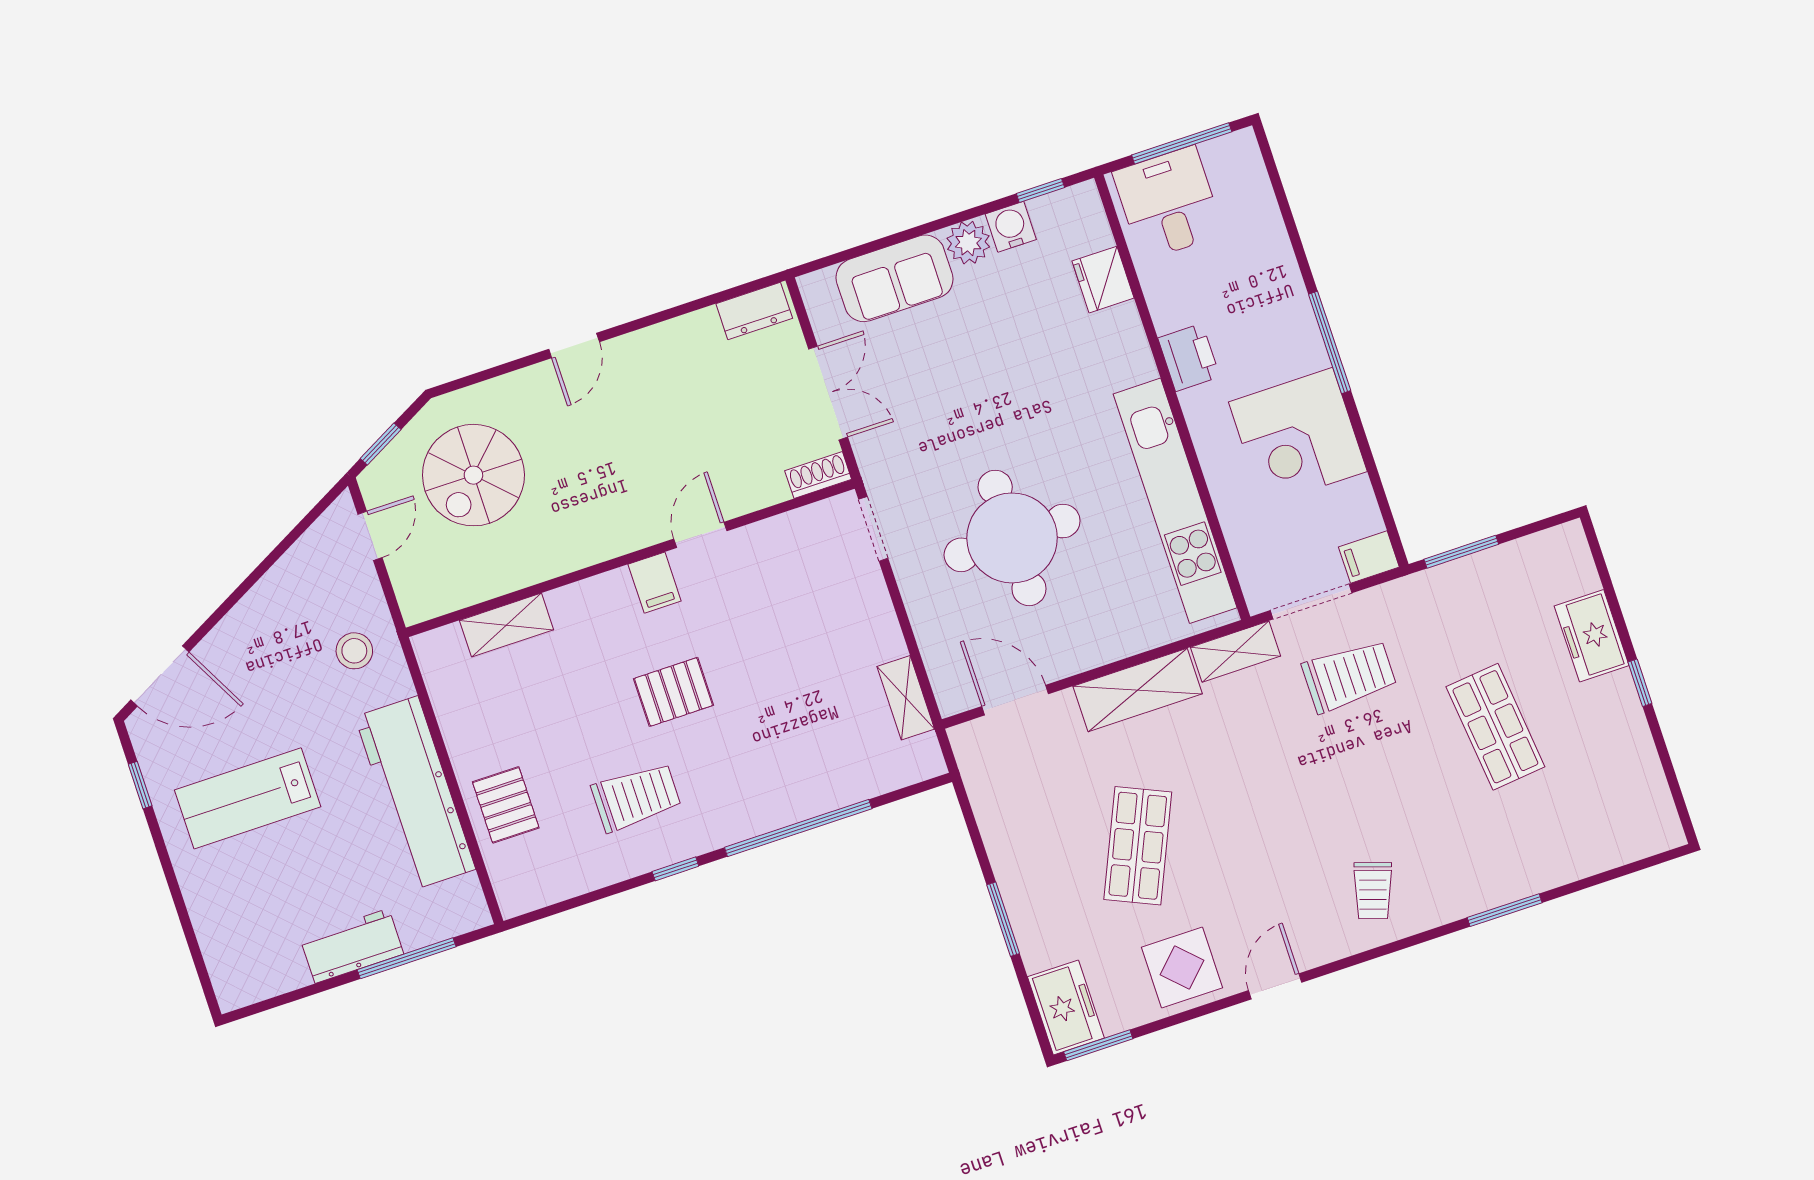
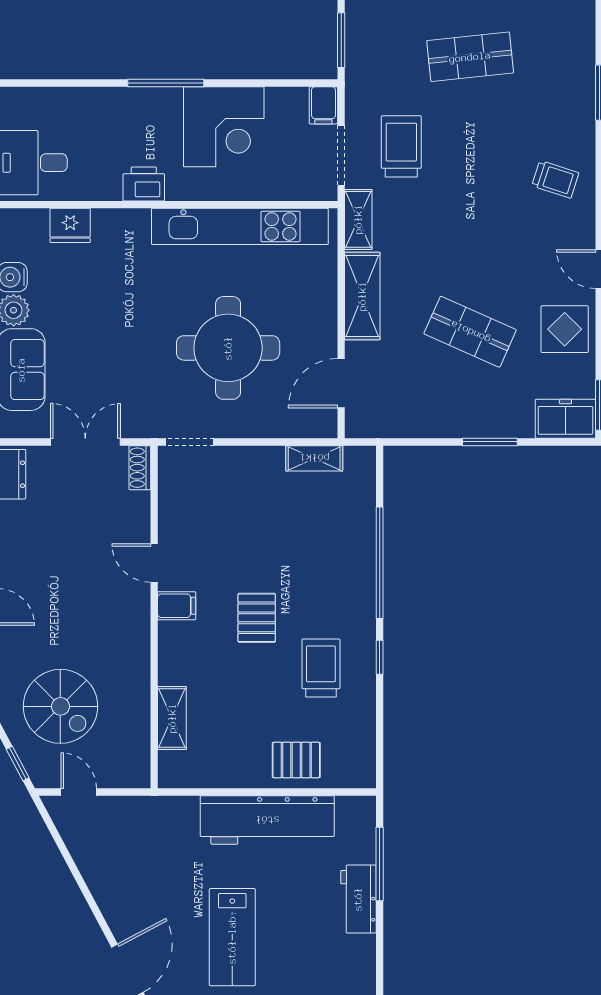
stool: (354, 651) -> (155, 829), removed

